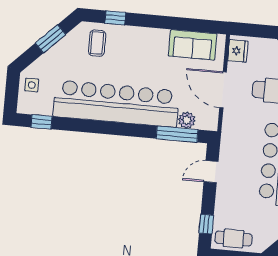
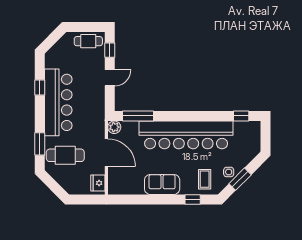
sofa: (193, 45) -> (162, 184), moved
side table: (32, 85) -> (229, 172), moved
plant: (187, 120) -> (114, 127), moved
door: (211, 172) -> (110, 78), moved

